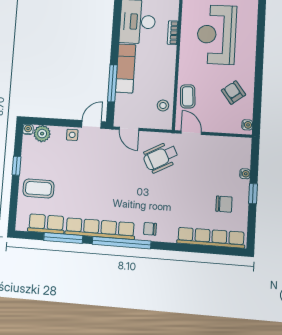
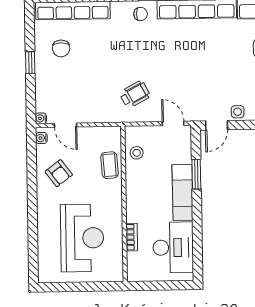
window: (112, 83) -> (196, 174), width x0.69
door: (191, 133) -> (66, 125), moved
wheelchair: (161, 157) -> (135, 94), width x0.73, depth x0.73
water cooler: (245, 174) -> (41, 118), moved
chair: (224, 204) -> (61, 48), turned -90

